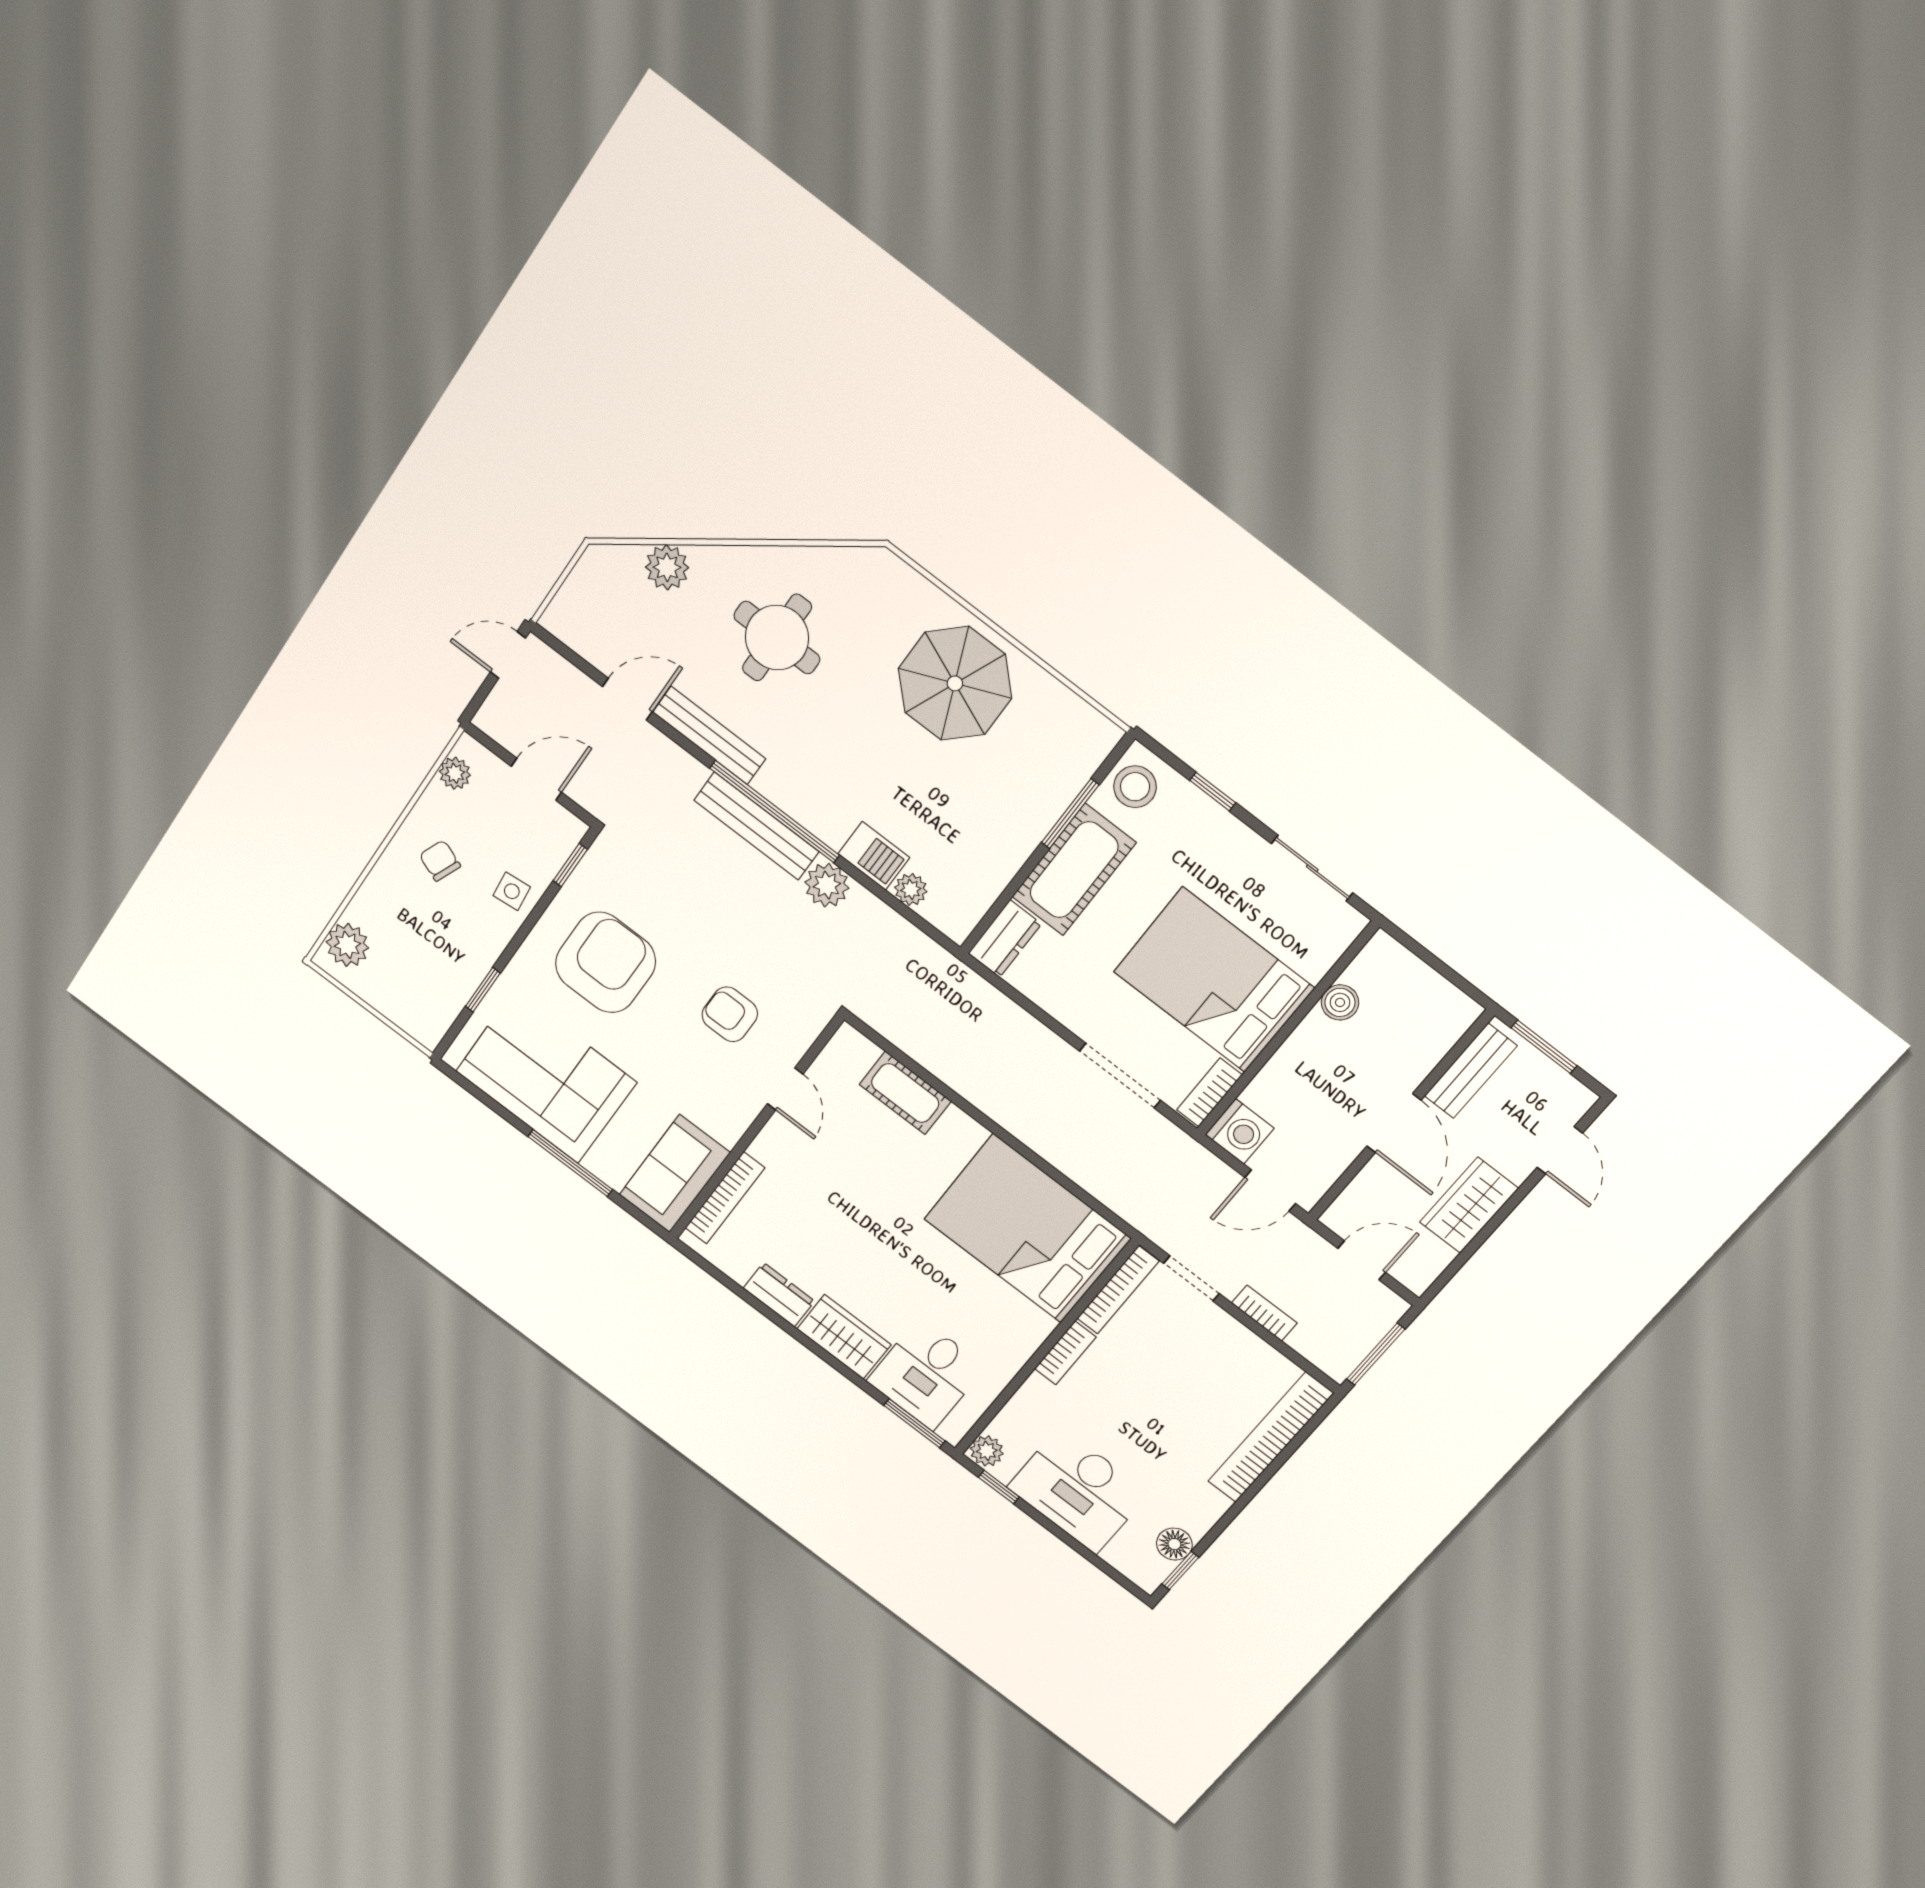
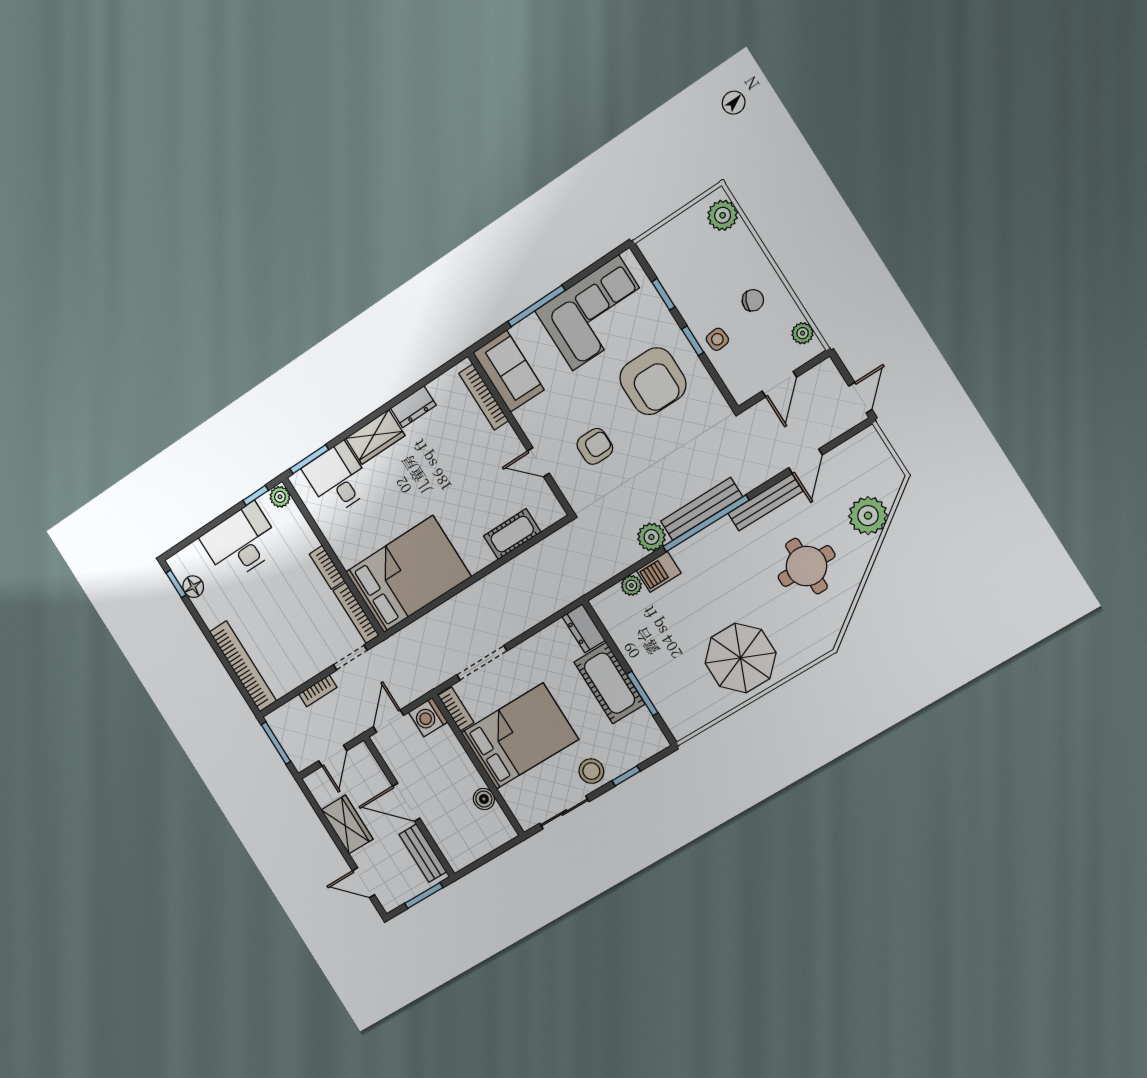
plant: (667, 567) -> (868, 516), width x1.36, depth x1.36
stool: (1135, 787) -> (591, 771), moved
window: (570, 865) -> (693, 341), moved

